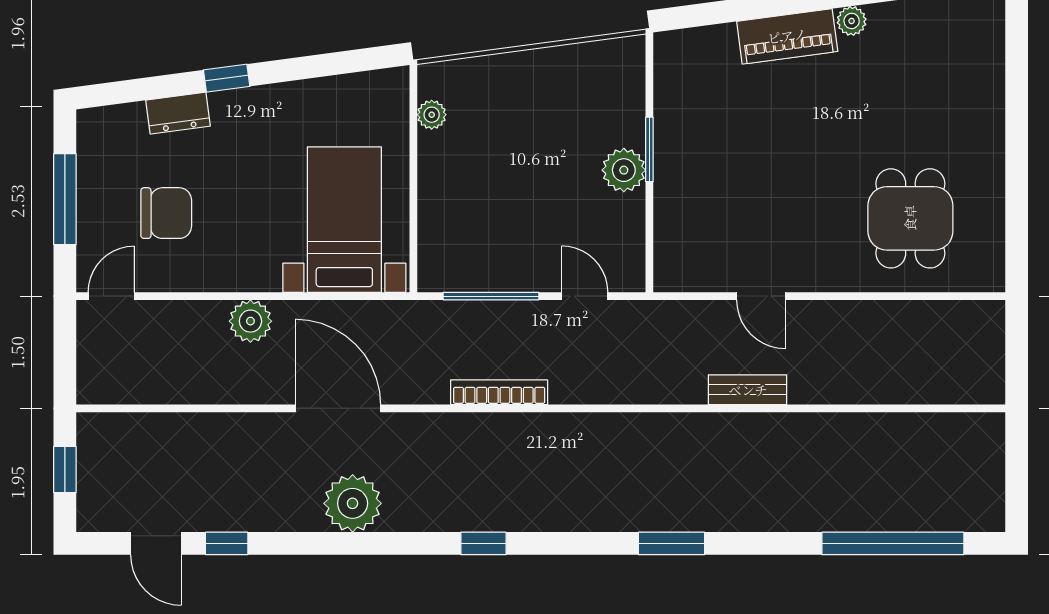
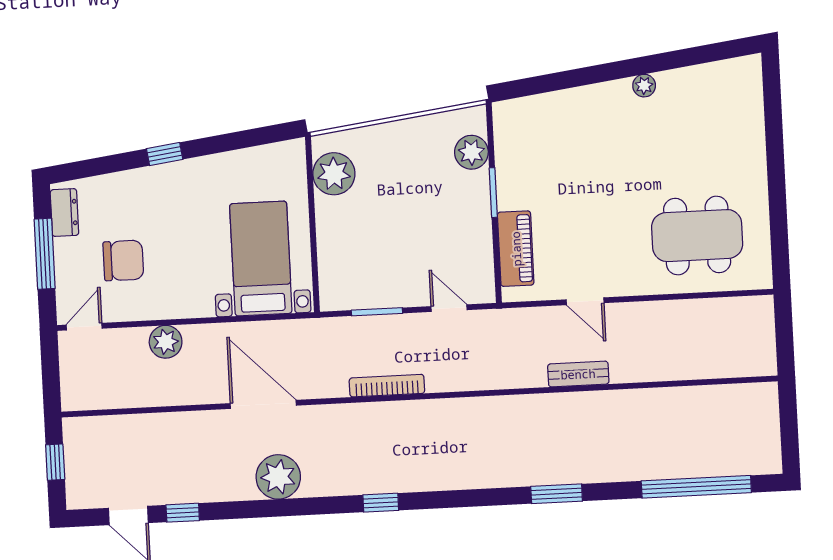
piano: (787, 36) -> (516, 249), moved, turned -82
dresser: (178, 113) -> (64, 213), moved, turned -82
plant: (432, 115) -> (334, 174), width x1.88, depth x1.88
plant: (624, 170) -> (471, 152), moved
dining table: (910, 218) -> (697, 236), width x1.38
window: (491, 296) -> (377, 312), width x0.69
plant: (250, 321) -> (166, 342), moved
window: (672, 543) -> (557, 494), moved

